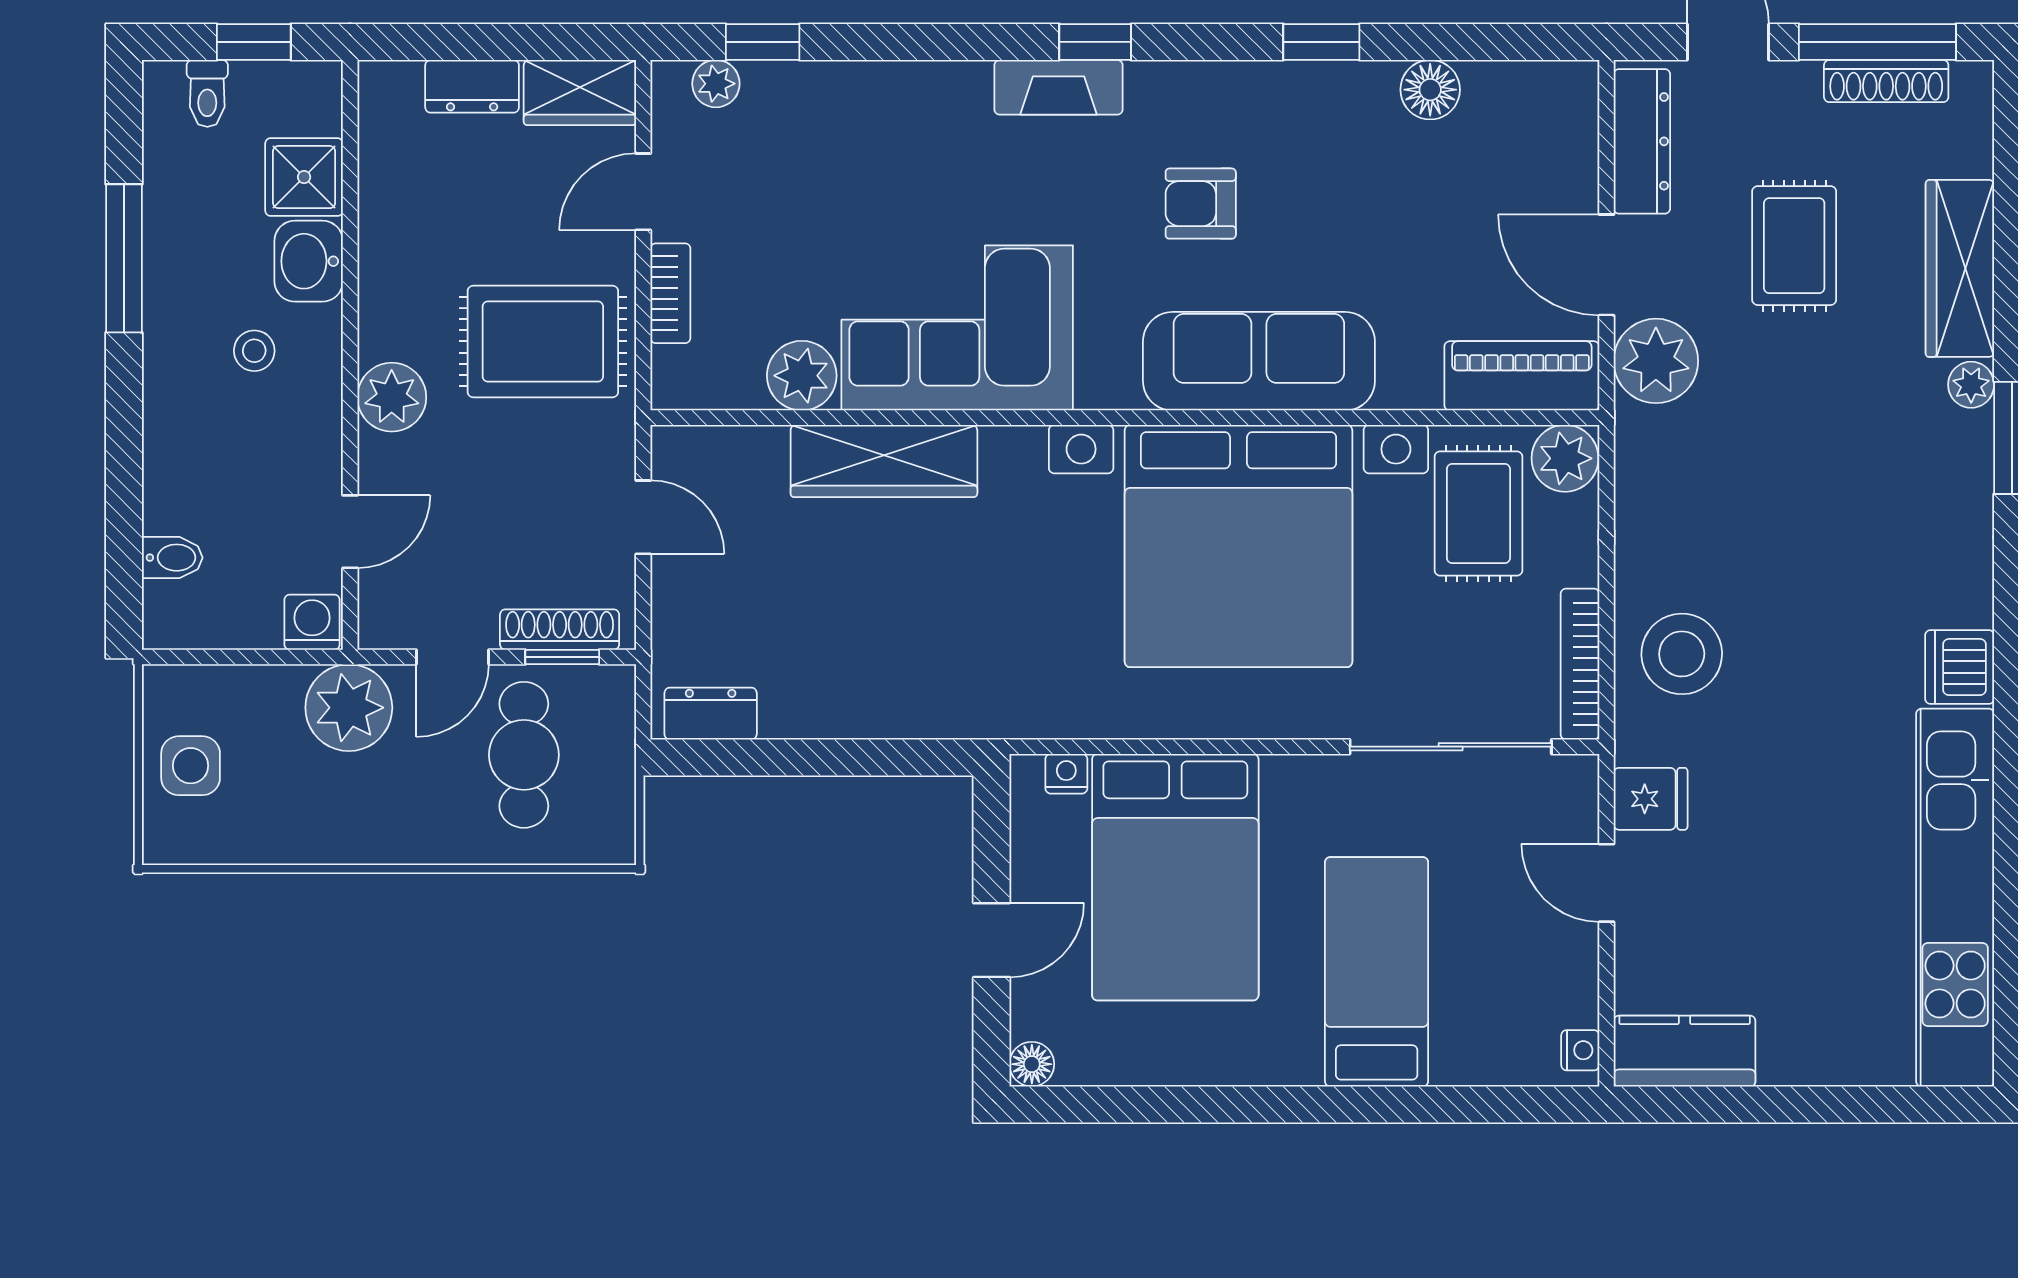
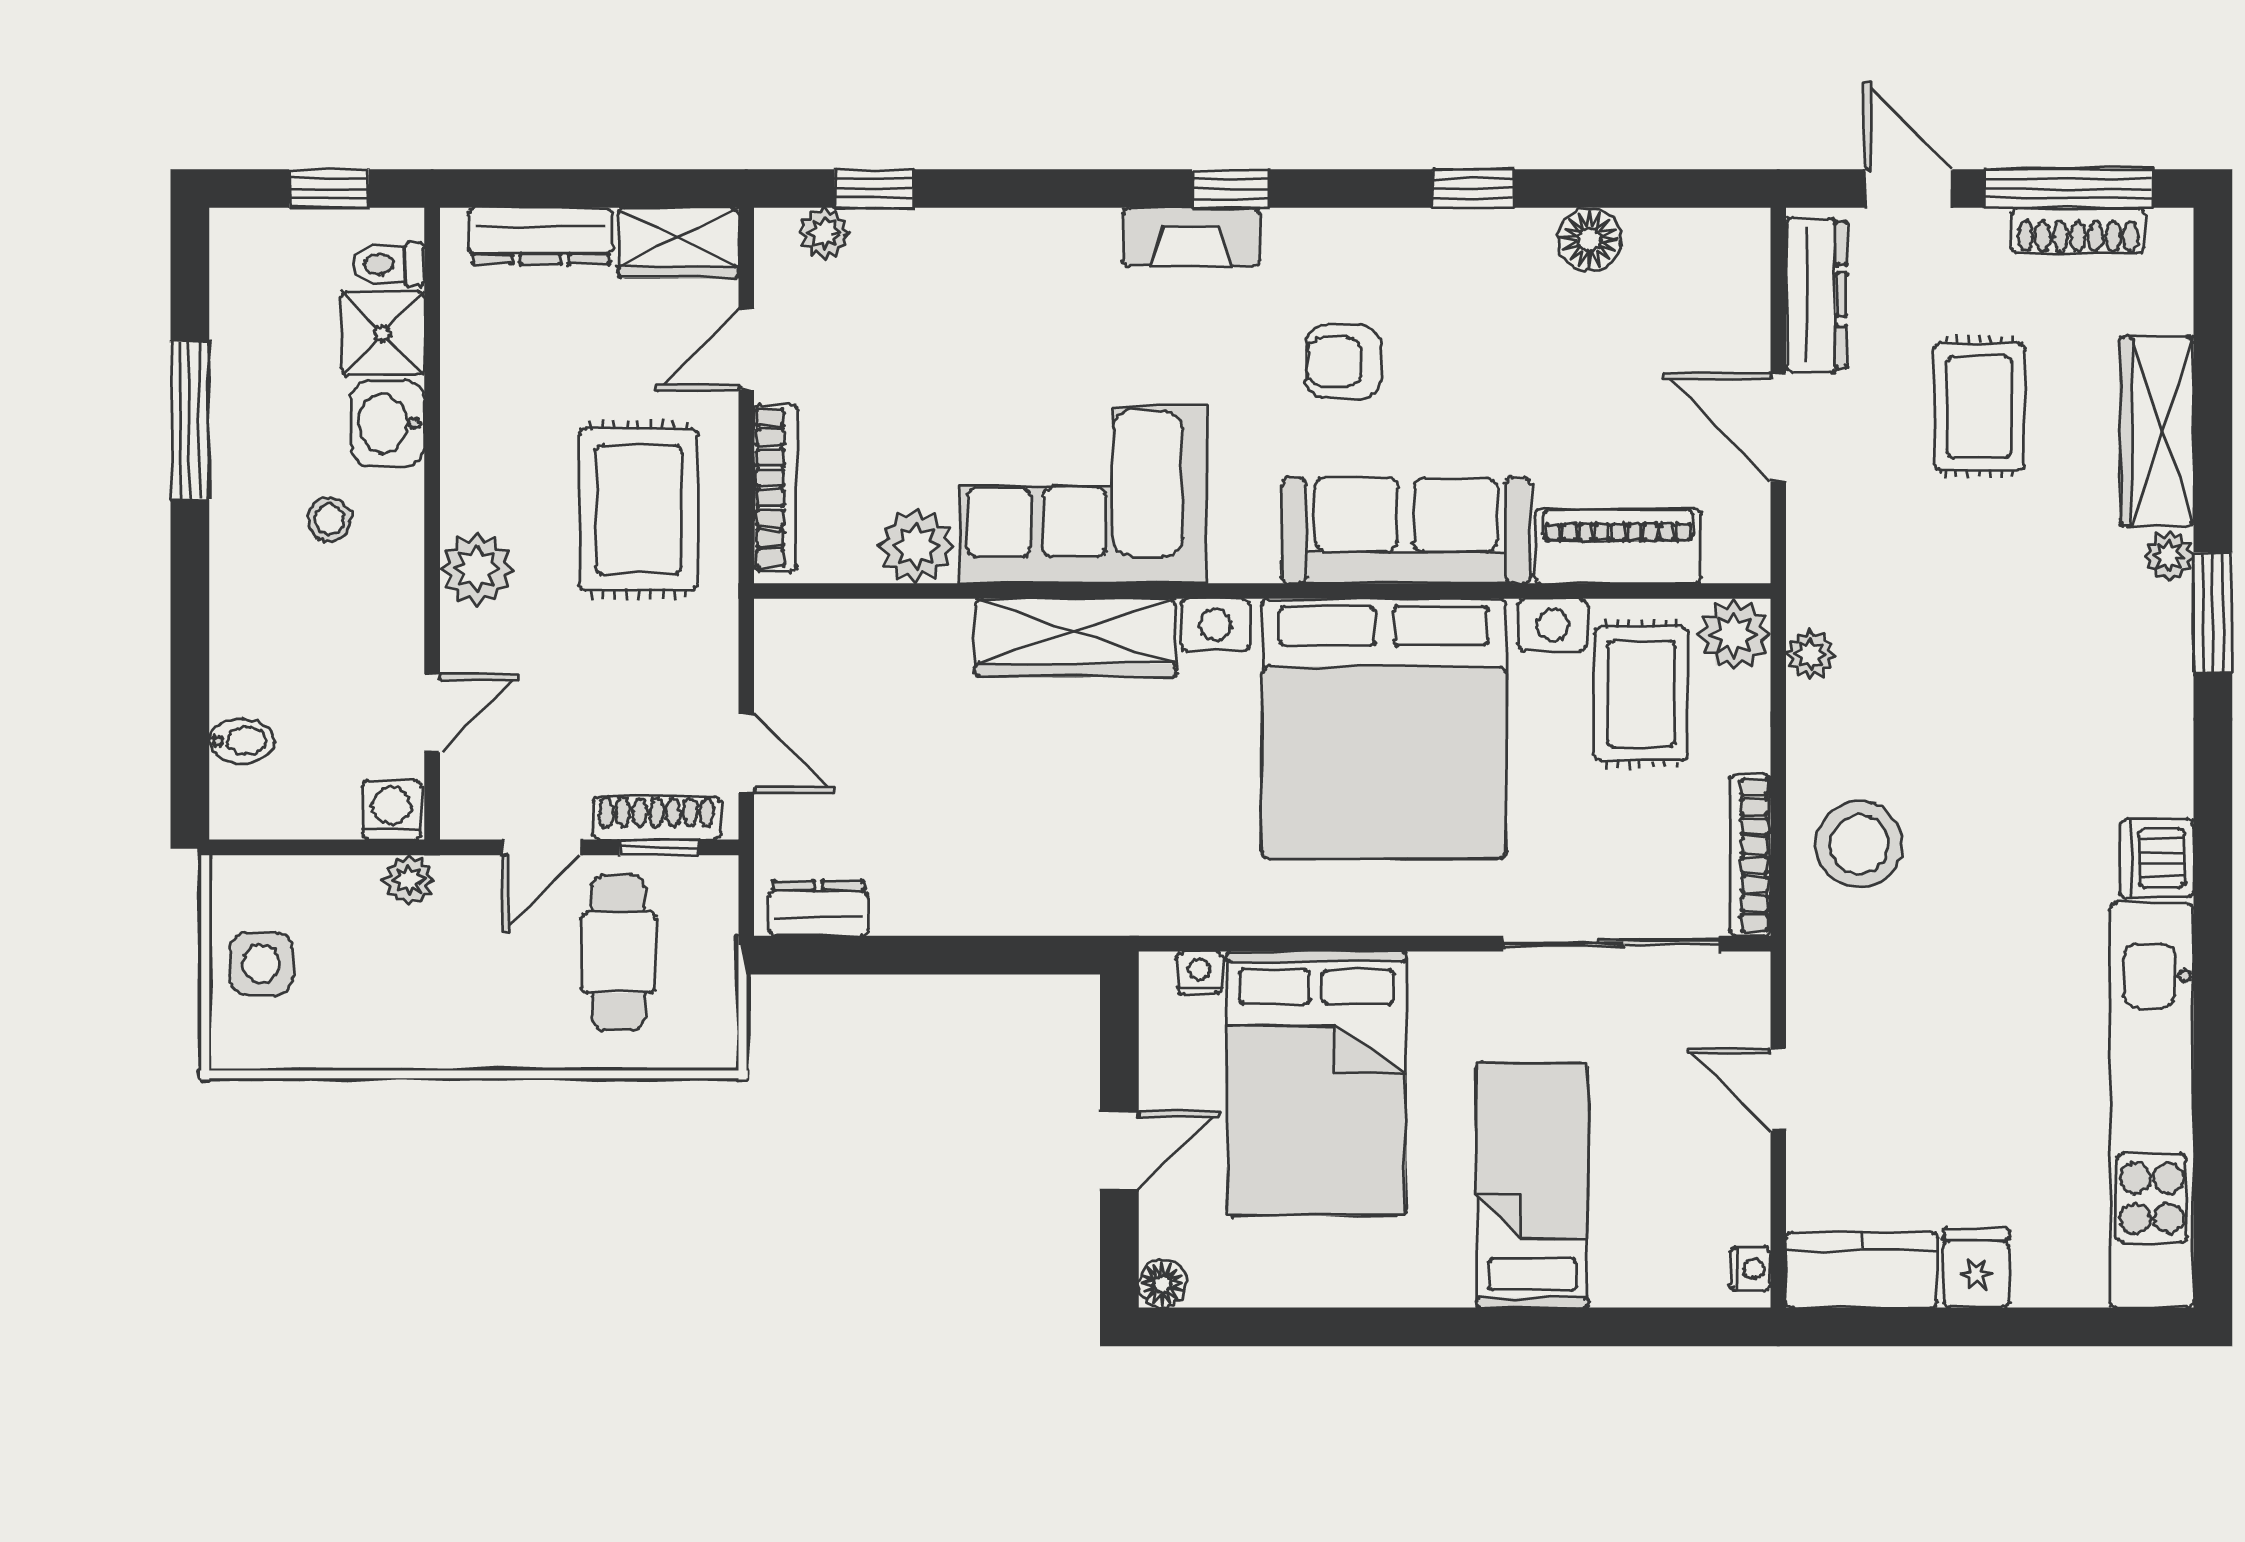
dresser: (472, 86) -> (541, 236), width x1.44
toilet: (207, 93) -> (389, 264), moved, turned 90
bookcase: (670, 293) -> (775, 488), width x1.56
rug: (543, 341) -> (639, 509), turned 90
plant: (1656, 361) -> (1810, 654), moved, width x0.53, depth x0.53
piano: (1522, 376) -> (1618, 546), moved
wardrobe: (884, 461) -> (1076, 637), moved
door: (643, 517) -> (746, 753), moved
plant: (349, 708) -> (409, 880), width x0.53, depth x0.53
fridge: (1651, 799) -> (1976, 1268), moved, turned -90

